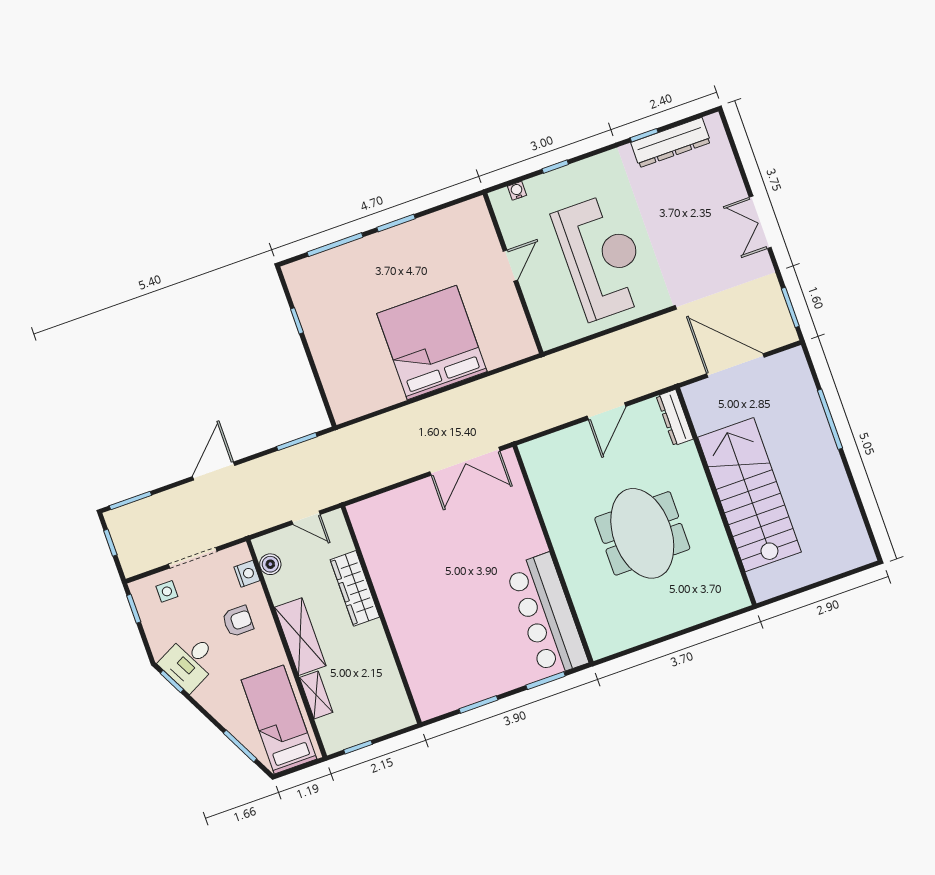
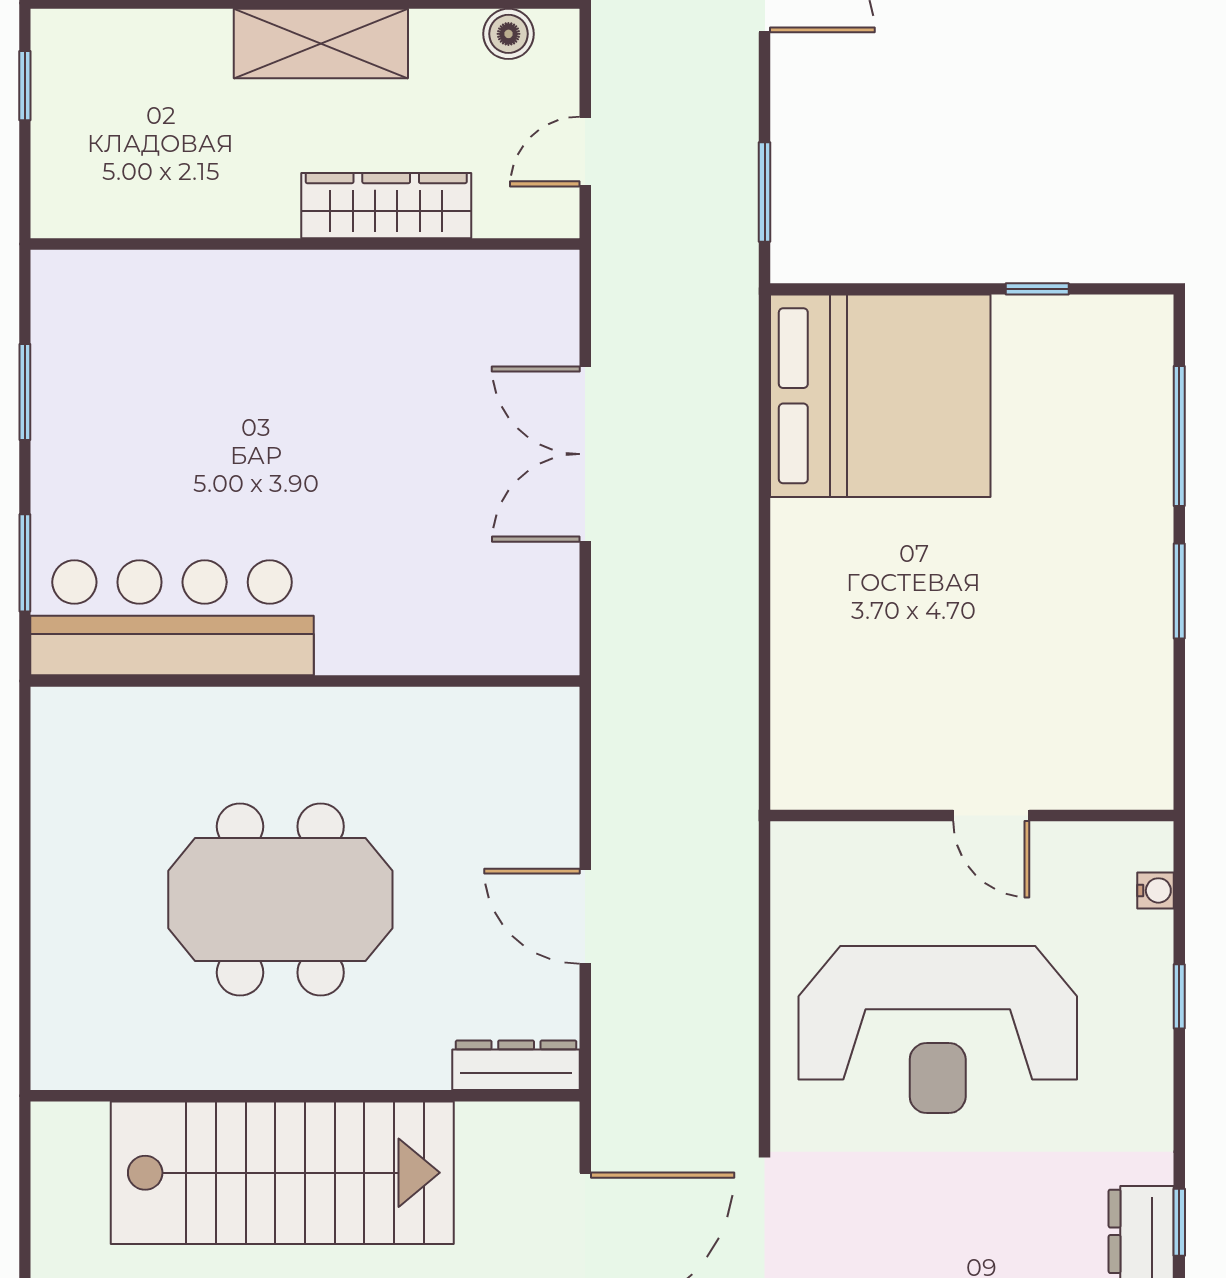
bed: (432, 343) -> (880, 396), moved
double door: (465, 461) -> (585, 454), moved
shelving: (316, 695) -> (176, 33), removed

